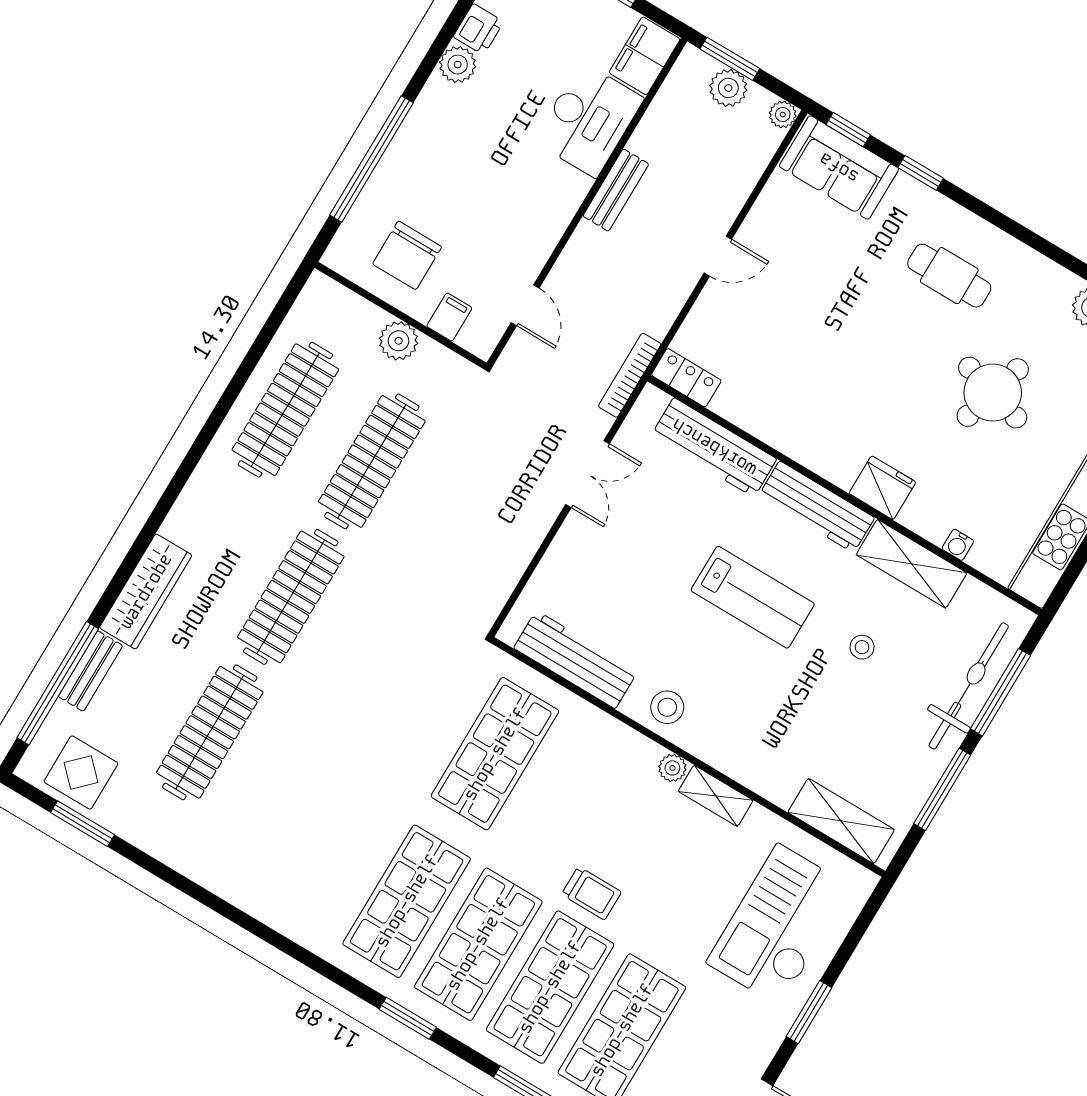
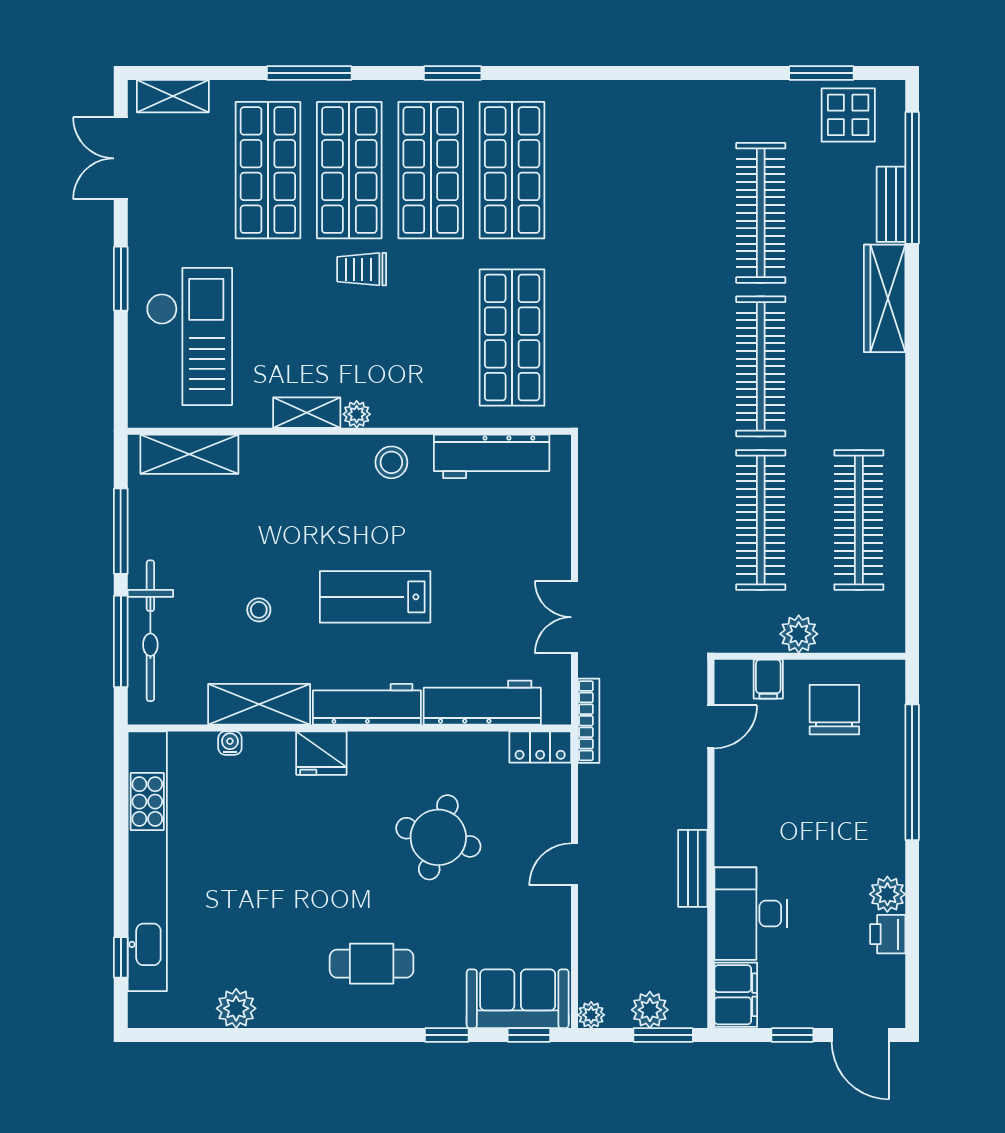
door: (525, 305) -> (711, 727), swing flipped
round table: (993, 393) -> (438, 837), moved

